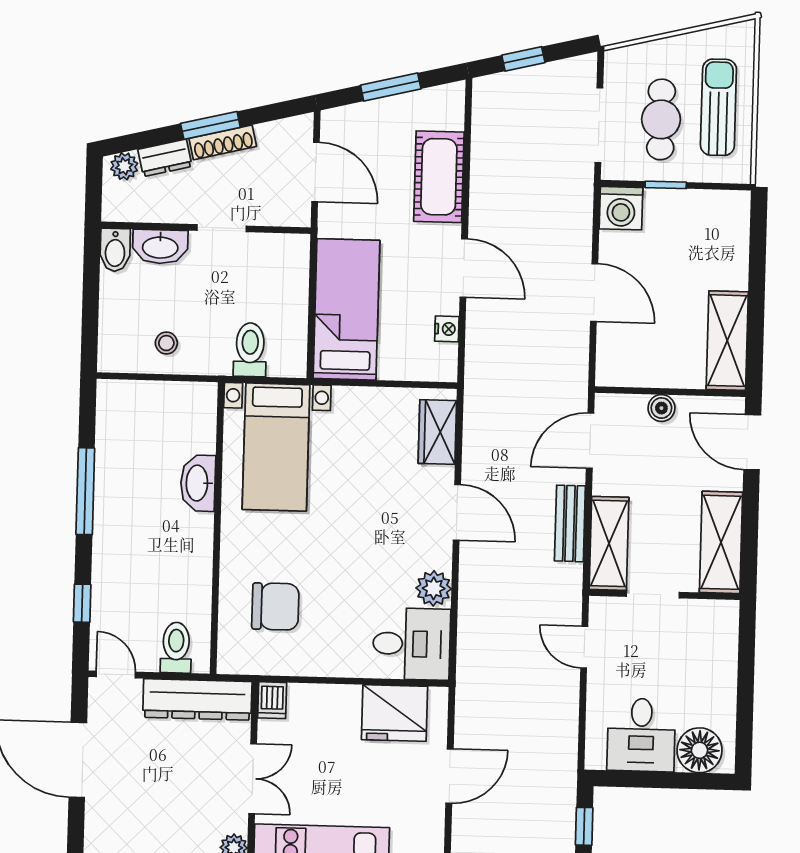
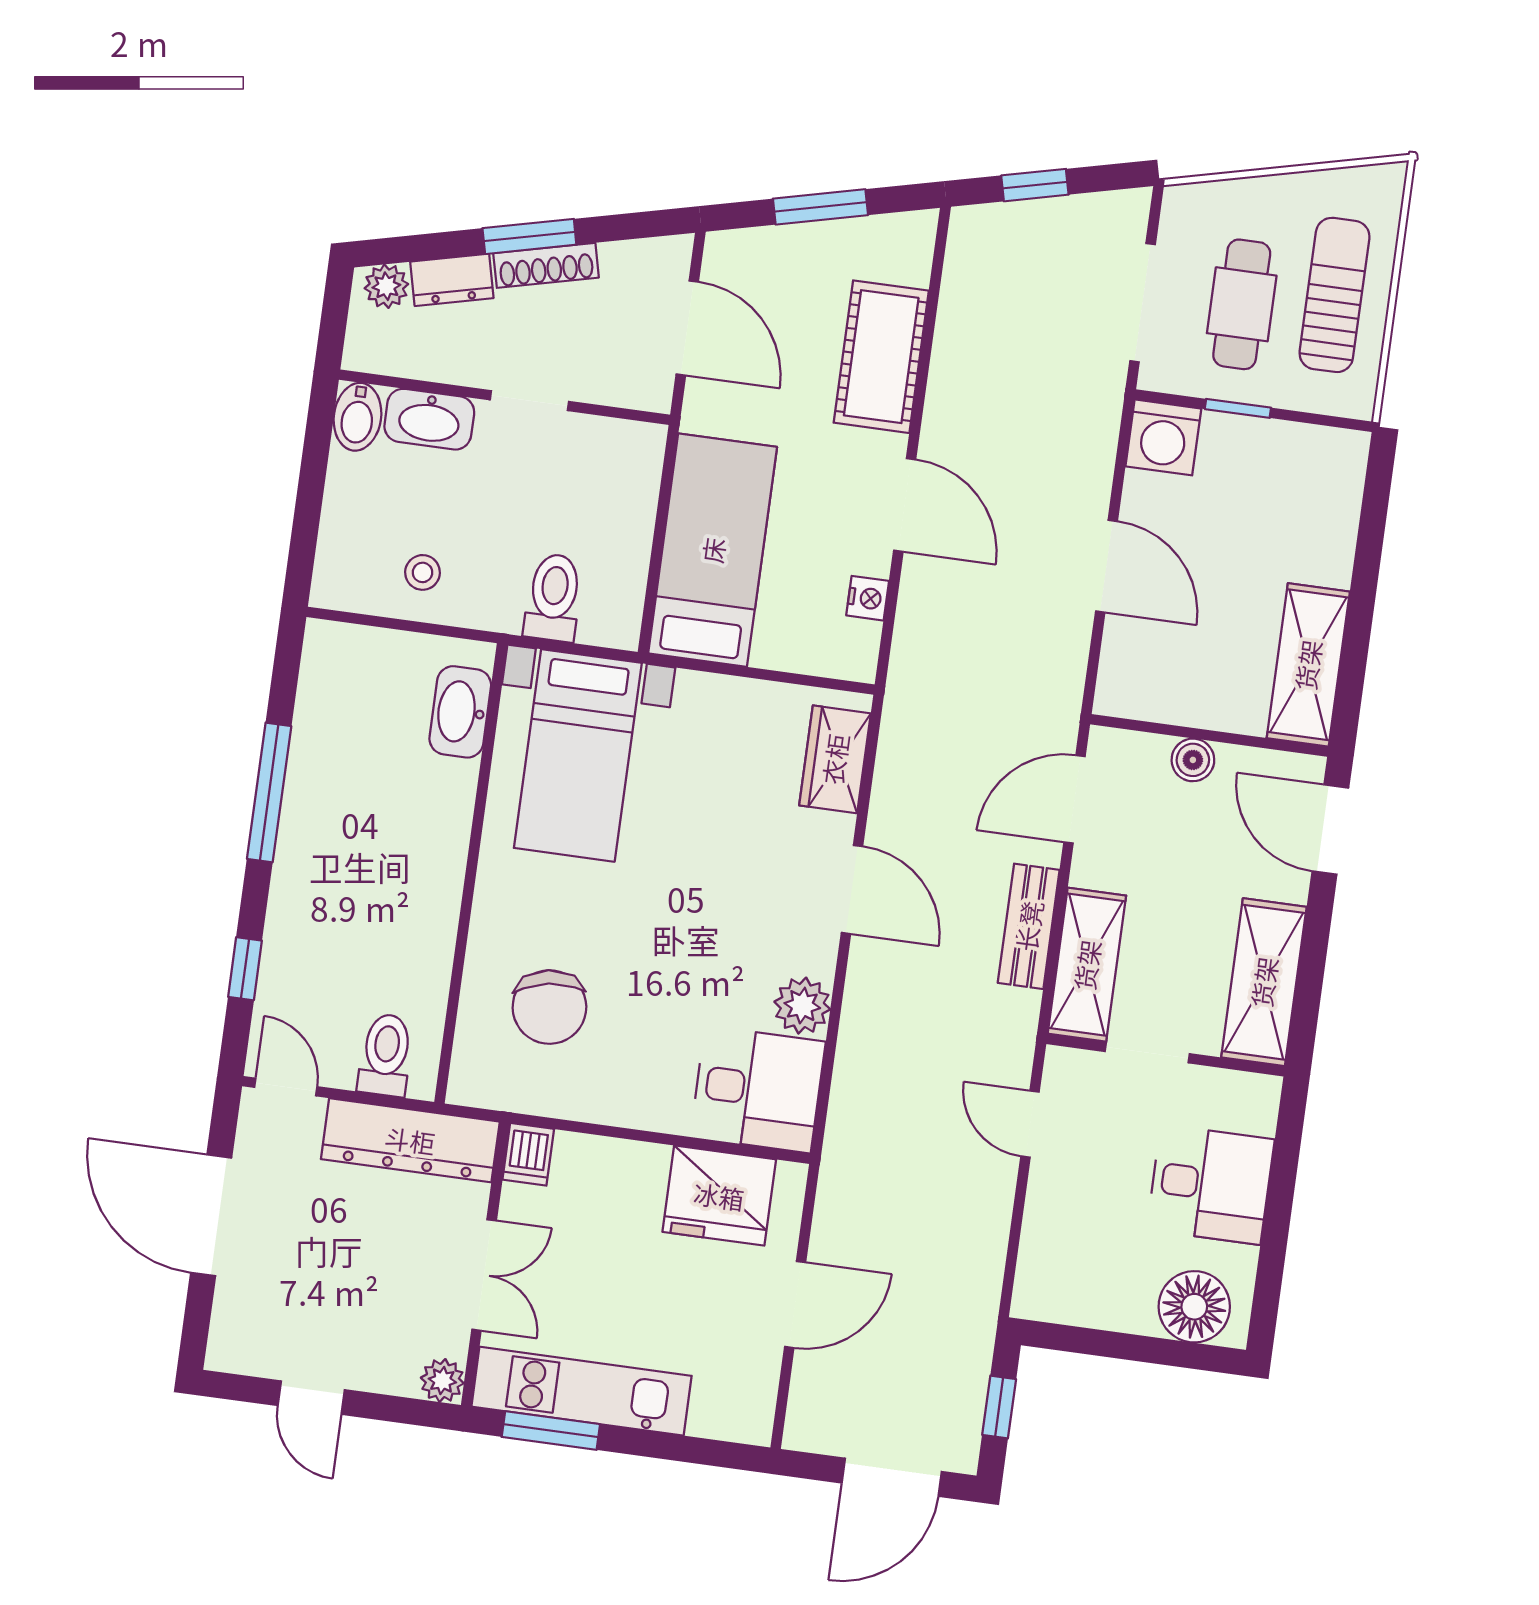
washbasin: (198, 483) -> (460, 712), moved
chair: (275, 606) -> (549, 1007), turned 81
desk: (641, 735) -> (1211, 1184), moved, turned -90

